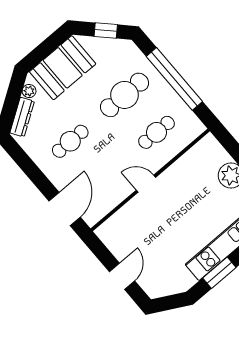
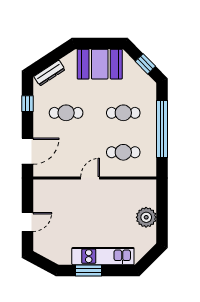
plant: (29, 91) -> (67, 61), removed
cafe table: (125, 95) -> (123, 113), width x0.73, depth x0.74
window: (26, 164) -> (27, 104), added
door: (146, 184) -> (90, 178), hinge flipped

